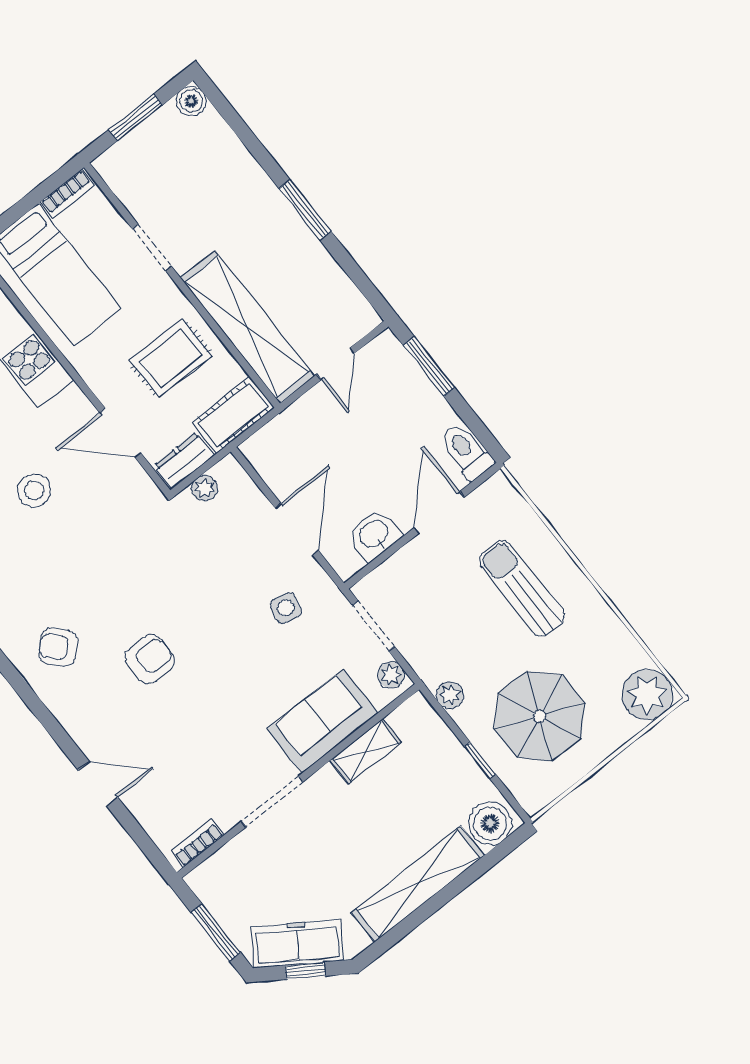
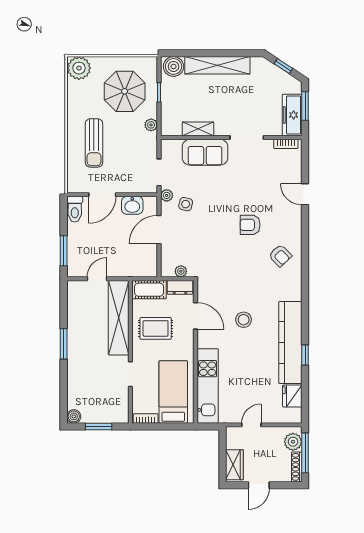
plant: (391, 675) -> (167, 195), moved
freezer: (297, 944) -> (292, 115), moved, turned 56

